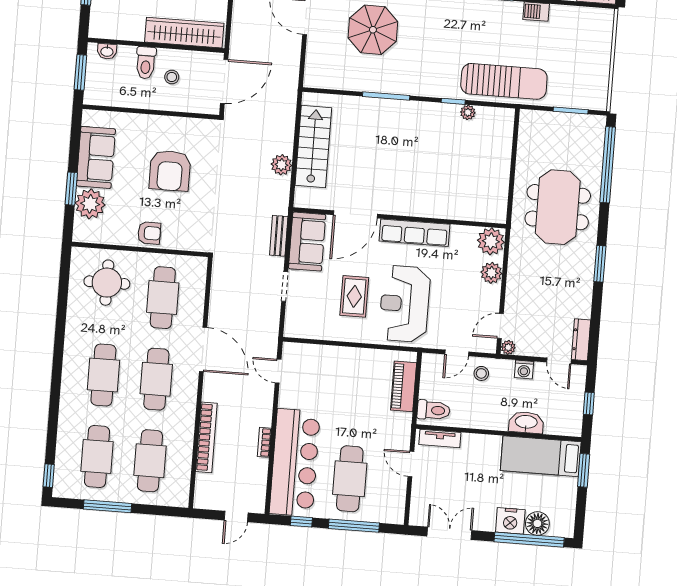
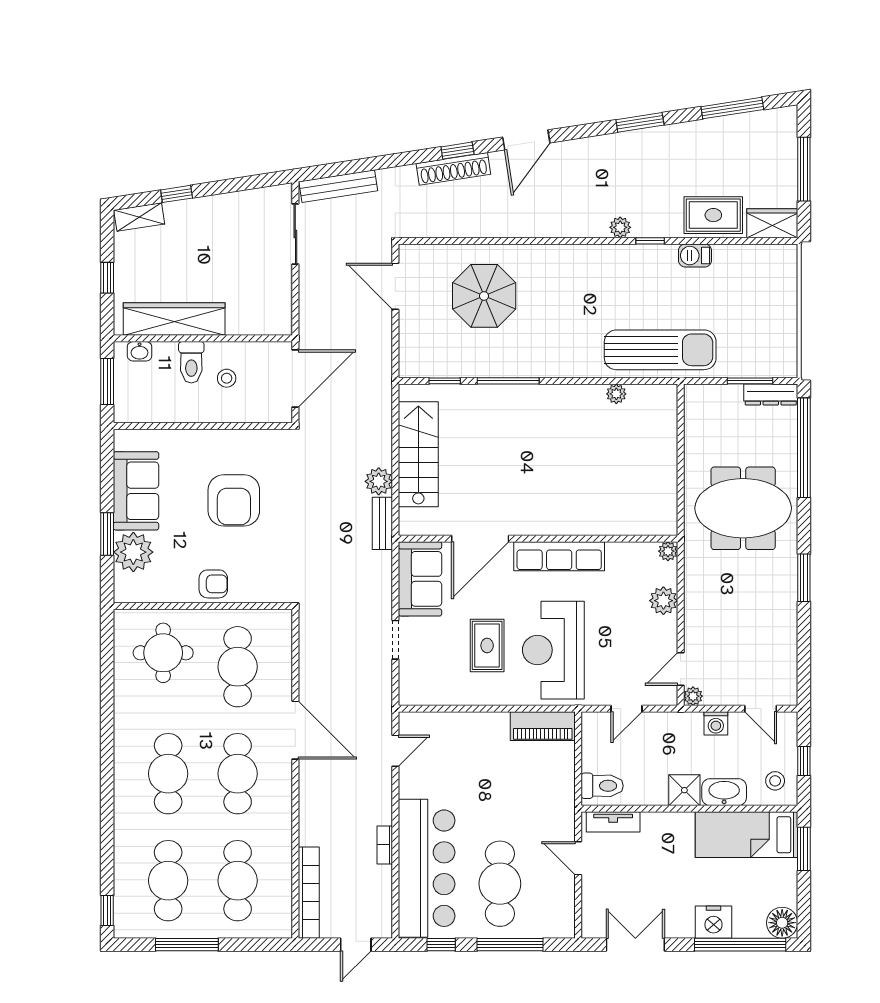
wardrobe: (184, 33) -> (174, 319), moved
window: (453, 101) -> (445, 381), moved
meeting table: (558, 207) -> (743, 508), turned 90
bench: (279, 236) -> (382, 523), moved
plant: (491, 241) -> (668, 551), width x0.53, depth x0.53
dresser: (581, 340) -> (771, 394), moved, turned -90
door: (278, 371) -> (395, 751), swing flipped
stool: (481, 373) -> (775, 781), moved
piano: (404, 386) -> (543, 726), moved, turned -90
shower: (496, 419) -> (684, 790), added
bookcase: (206, 437) -> (309, 893), moved
floor lamp: (537, 523) -> (782, 923), moved

